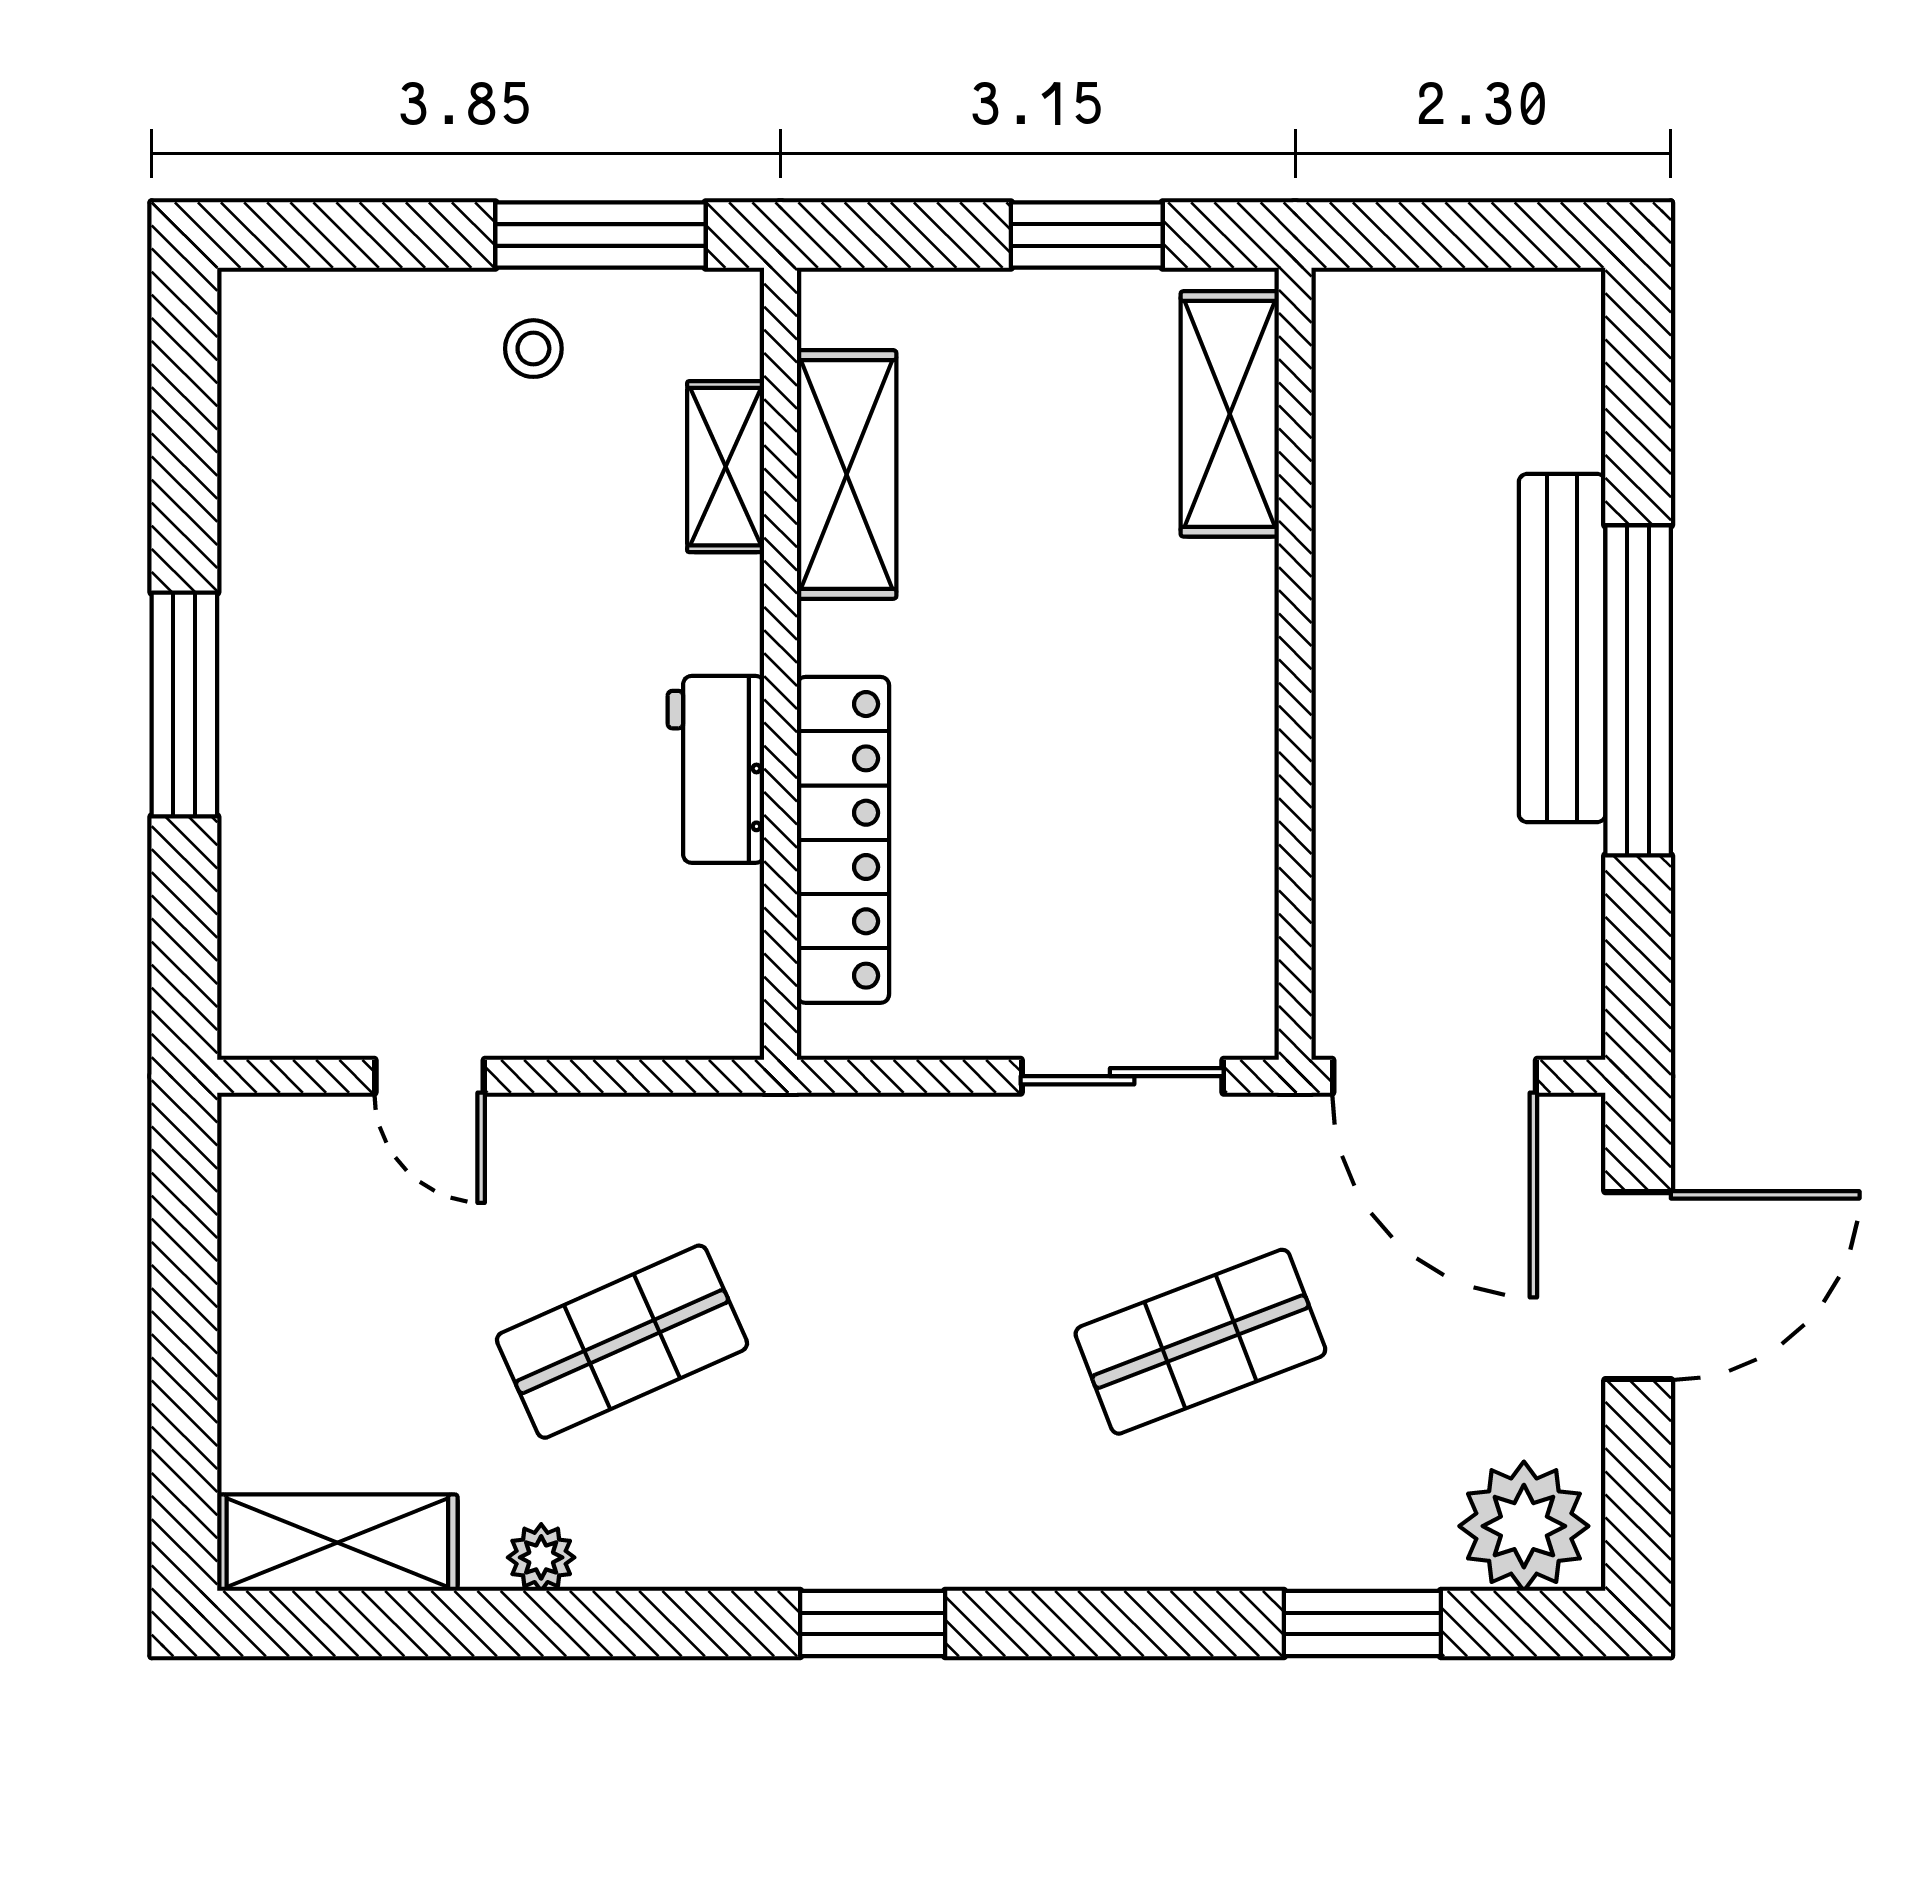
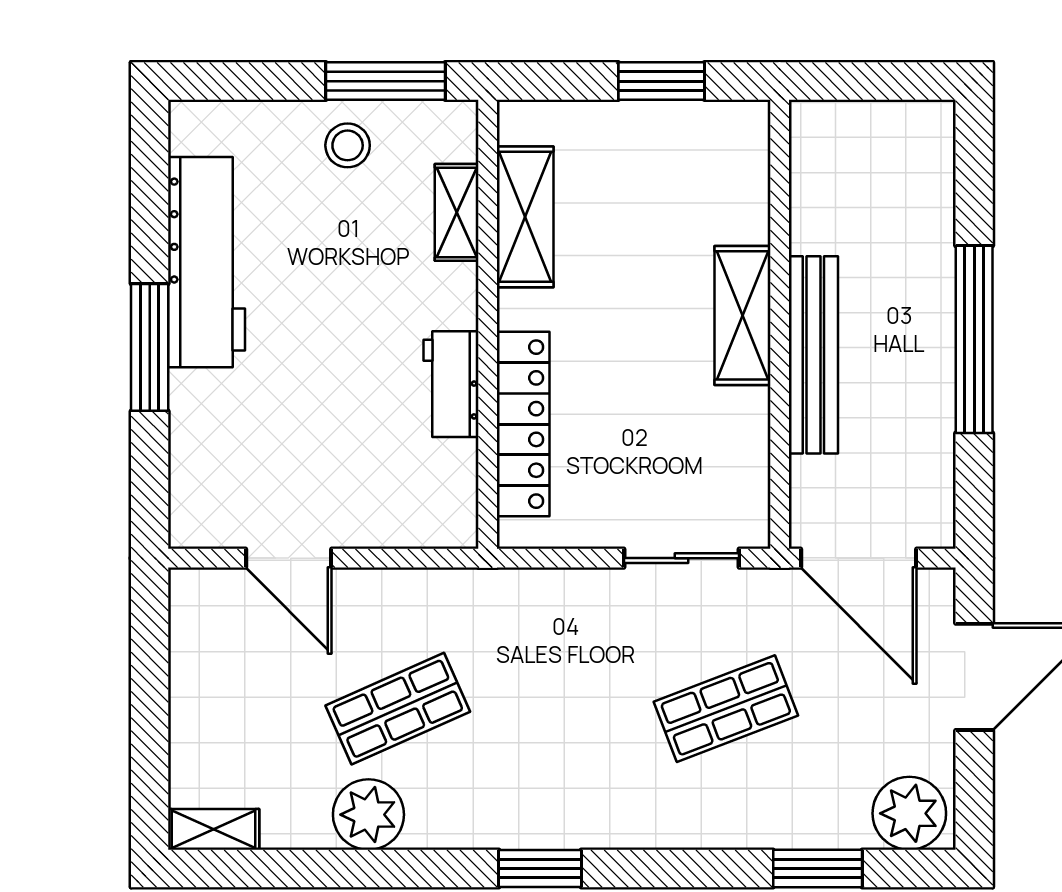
stool: (533, 349) -> (348, 145), width x1.37, depth x1.37
shelving: (1230, 414) -> (742, 315), moved
workbench: (285, 554) -> (206, 262), added
bench: (1562, 648) -> (813, 355), moved
door: (430, 1076) -> (289, 558), width x1.38
shelving: (337, 1543) -> (214, 829), width x0.67, depth x0.75
plant: (541, 1557) -> (368, 815), width x1.87, depth x1.87

